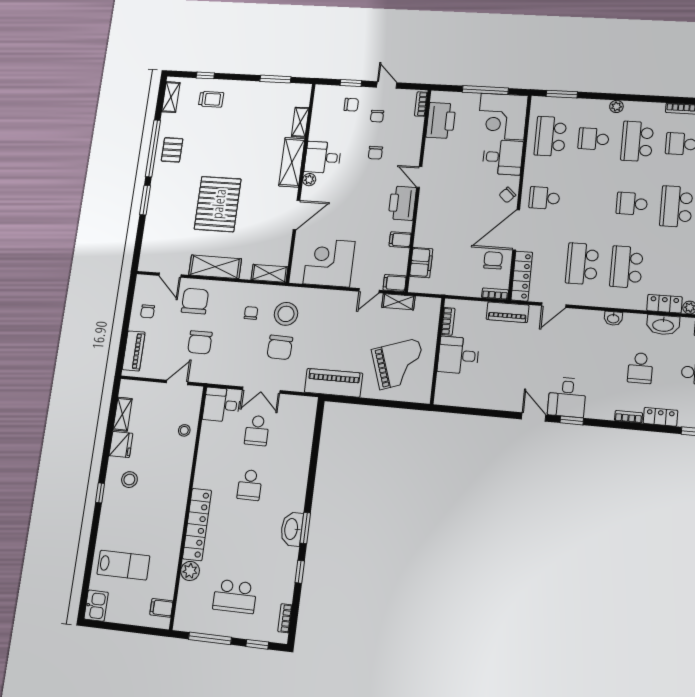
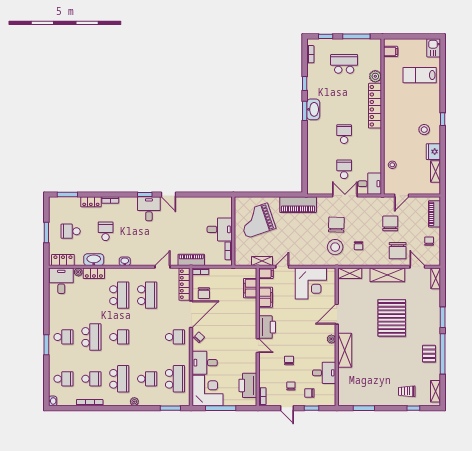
shelving: (300, 122) -> (436, 278), moved
desk: (323, 157) -> (324, 373), moved
filing cabinet: (400, 240) -> (266, 297), width x2.00

